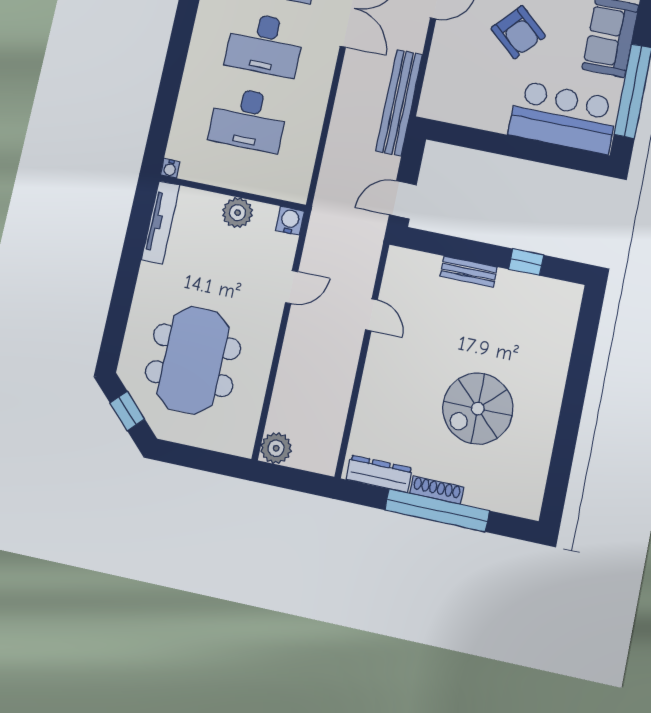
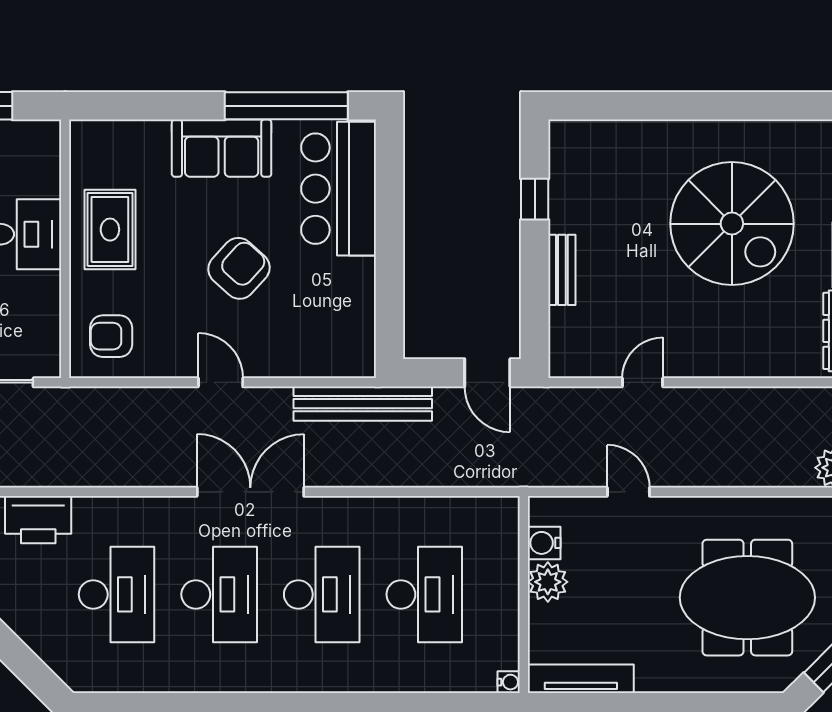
water cooler: (290, 221) -> (544, 543), moved
spiral stairs: (478, 409) -> (732, 224), width x1.37, depth x1.37

